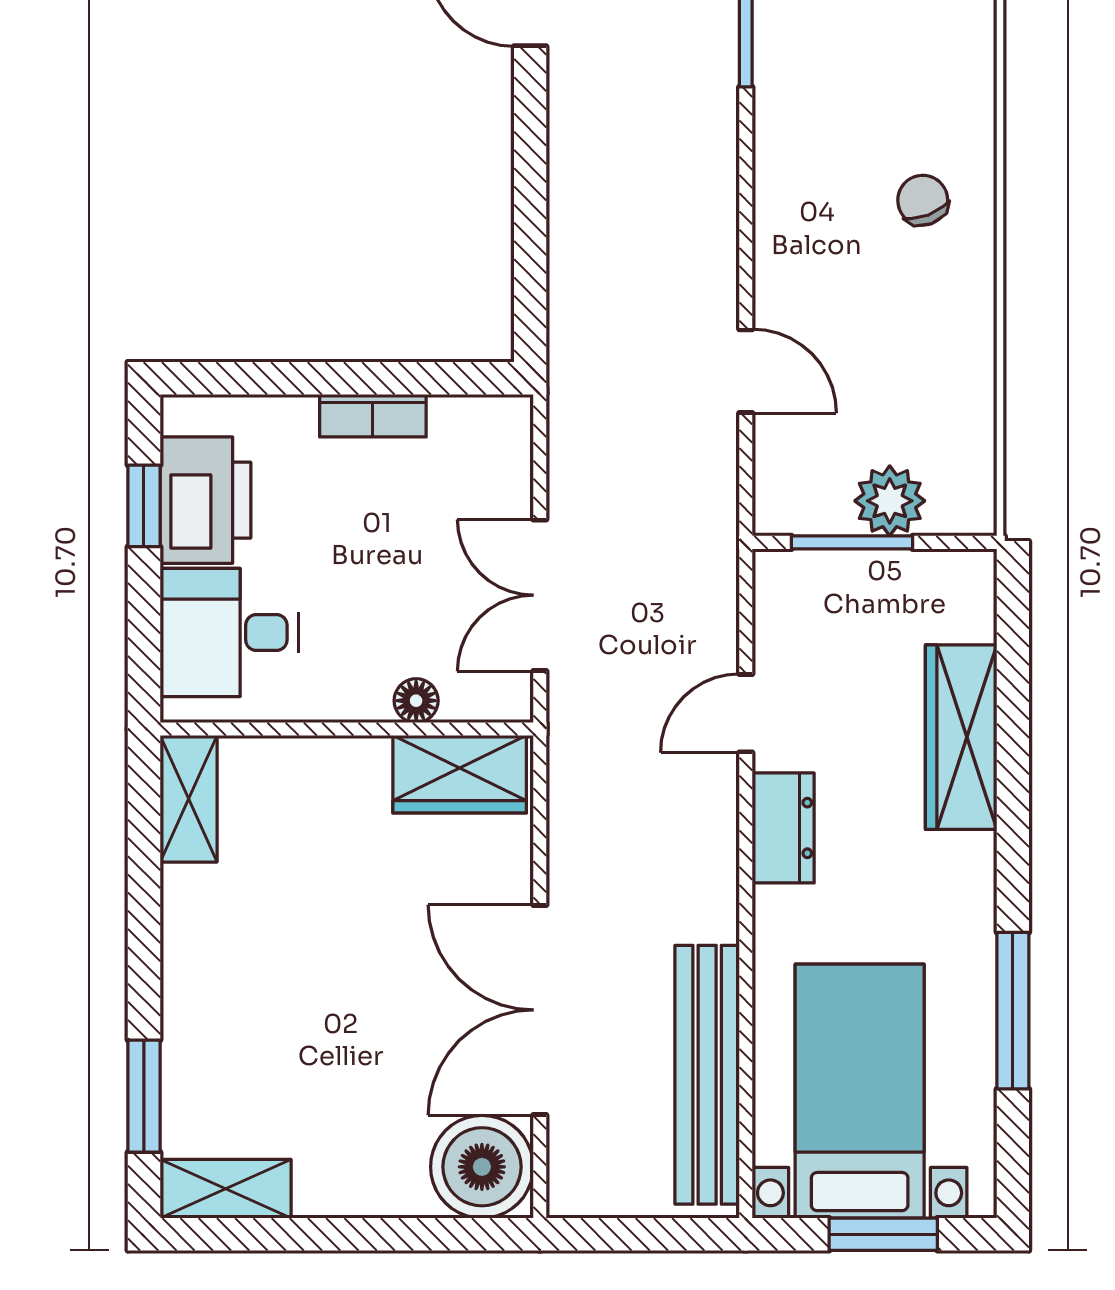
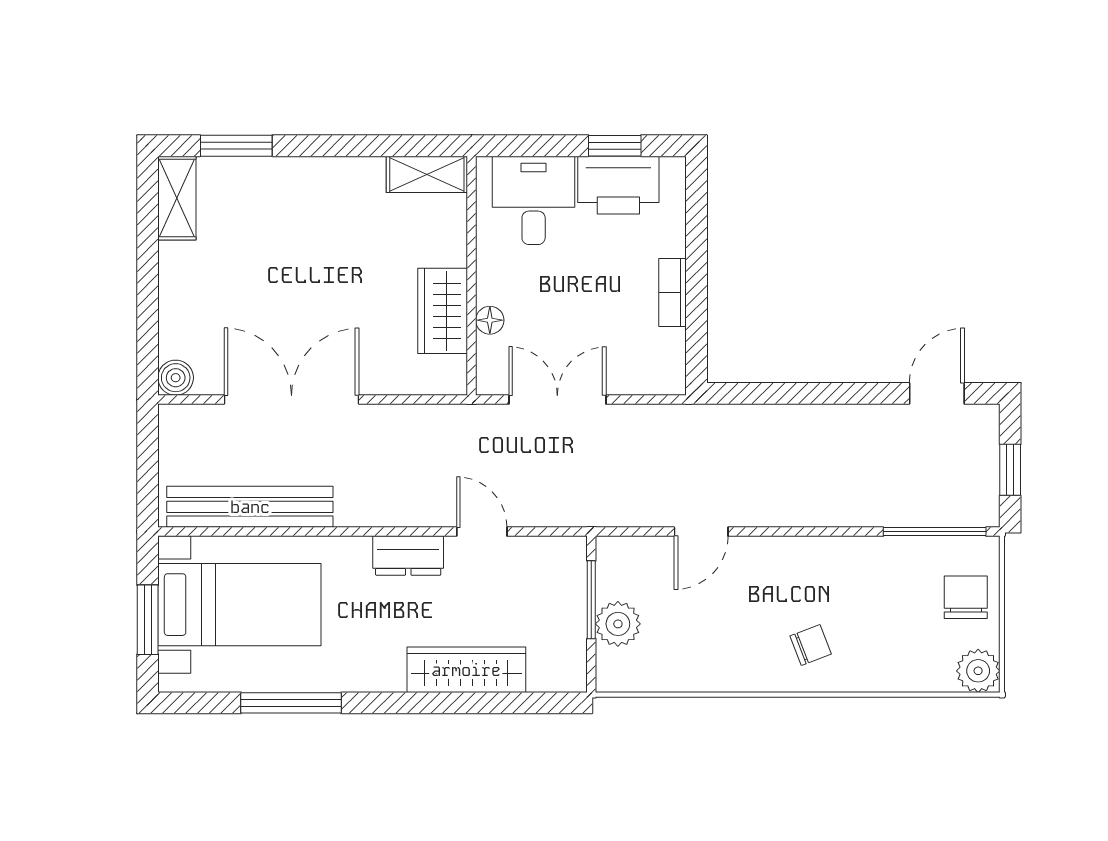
wardrobe: (460, 774) -> (443, 311), moved
boiler: (482, 1167) -> (176, 378), width x0.54, depth x0.54

